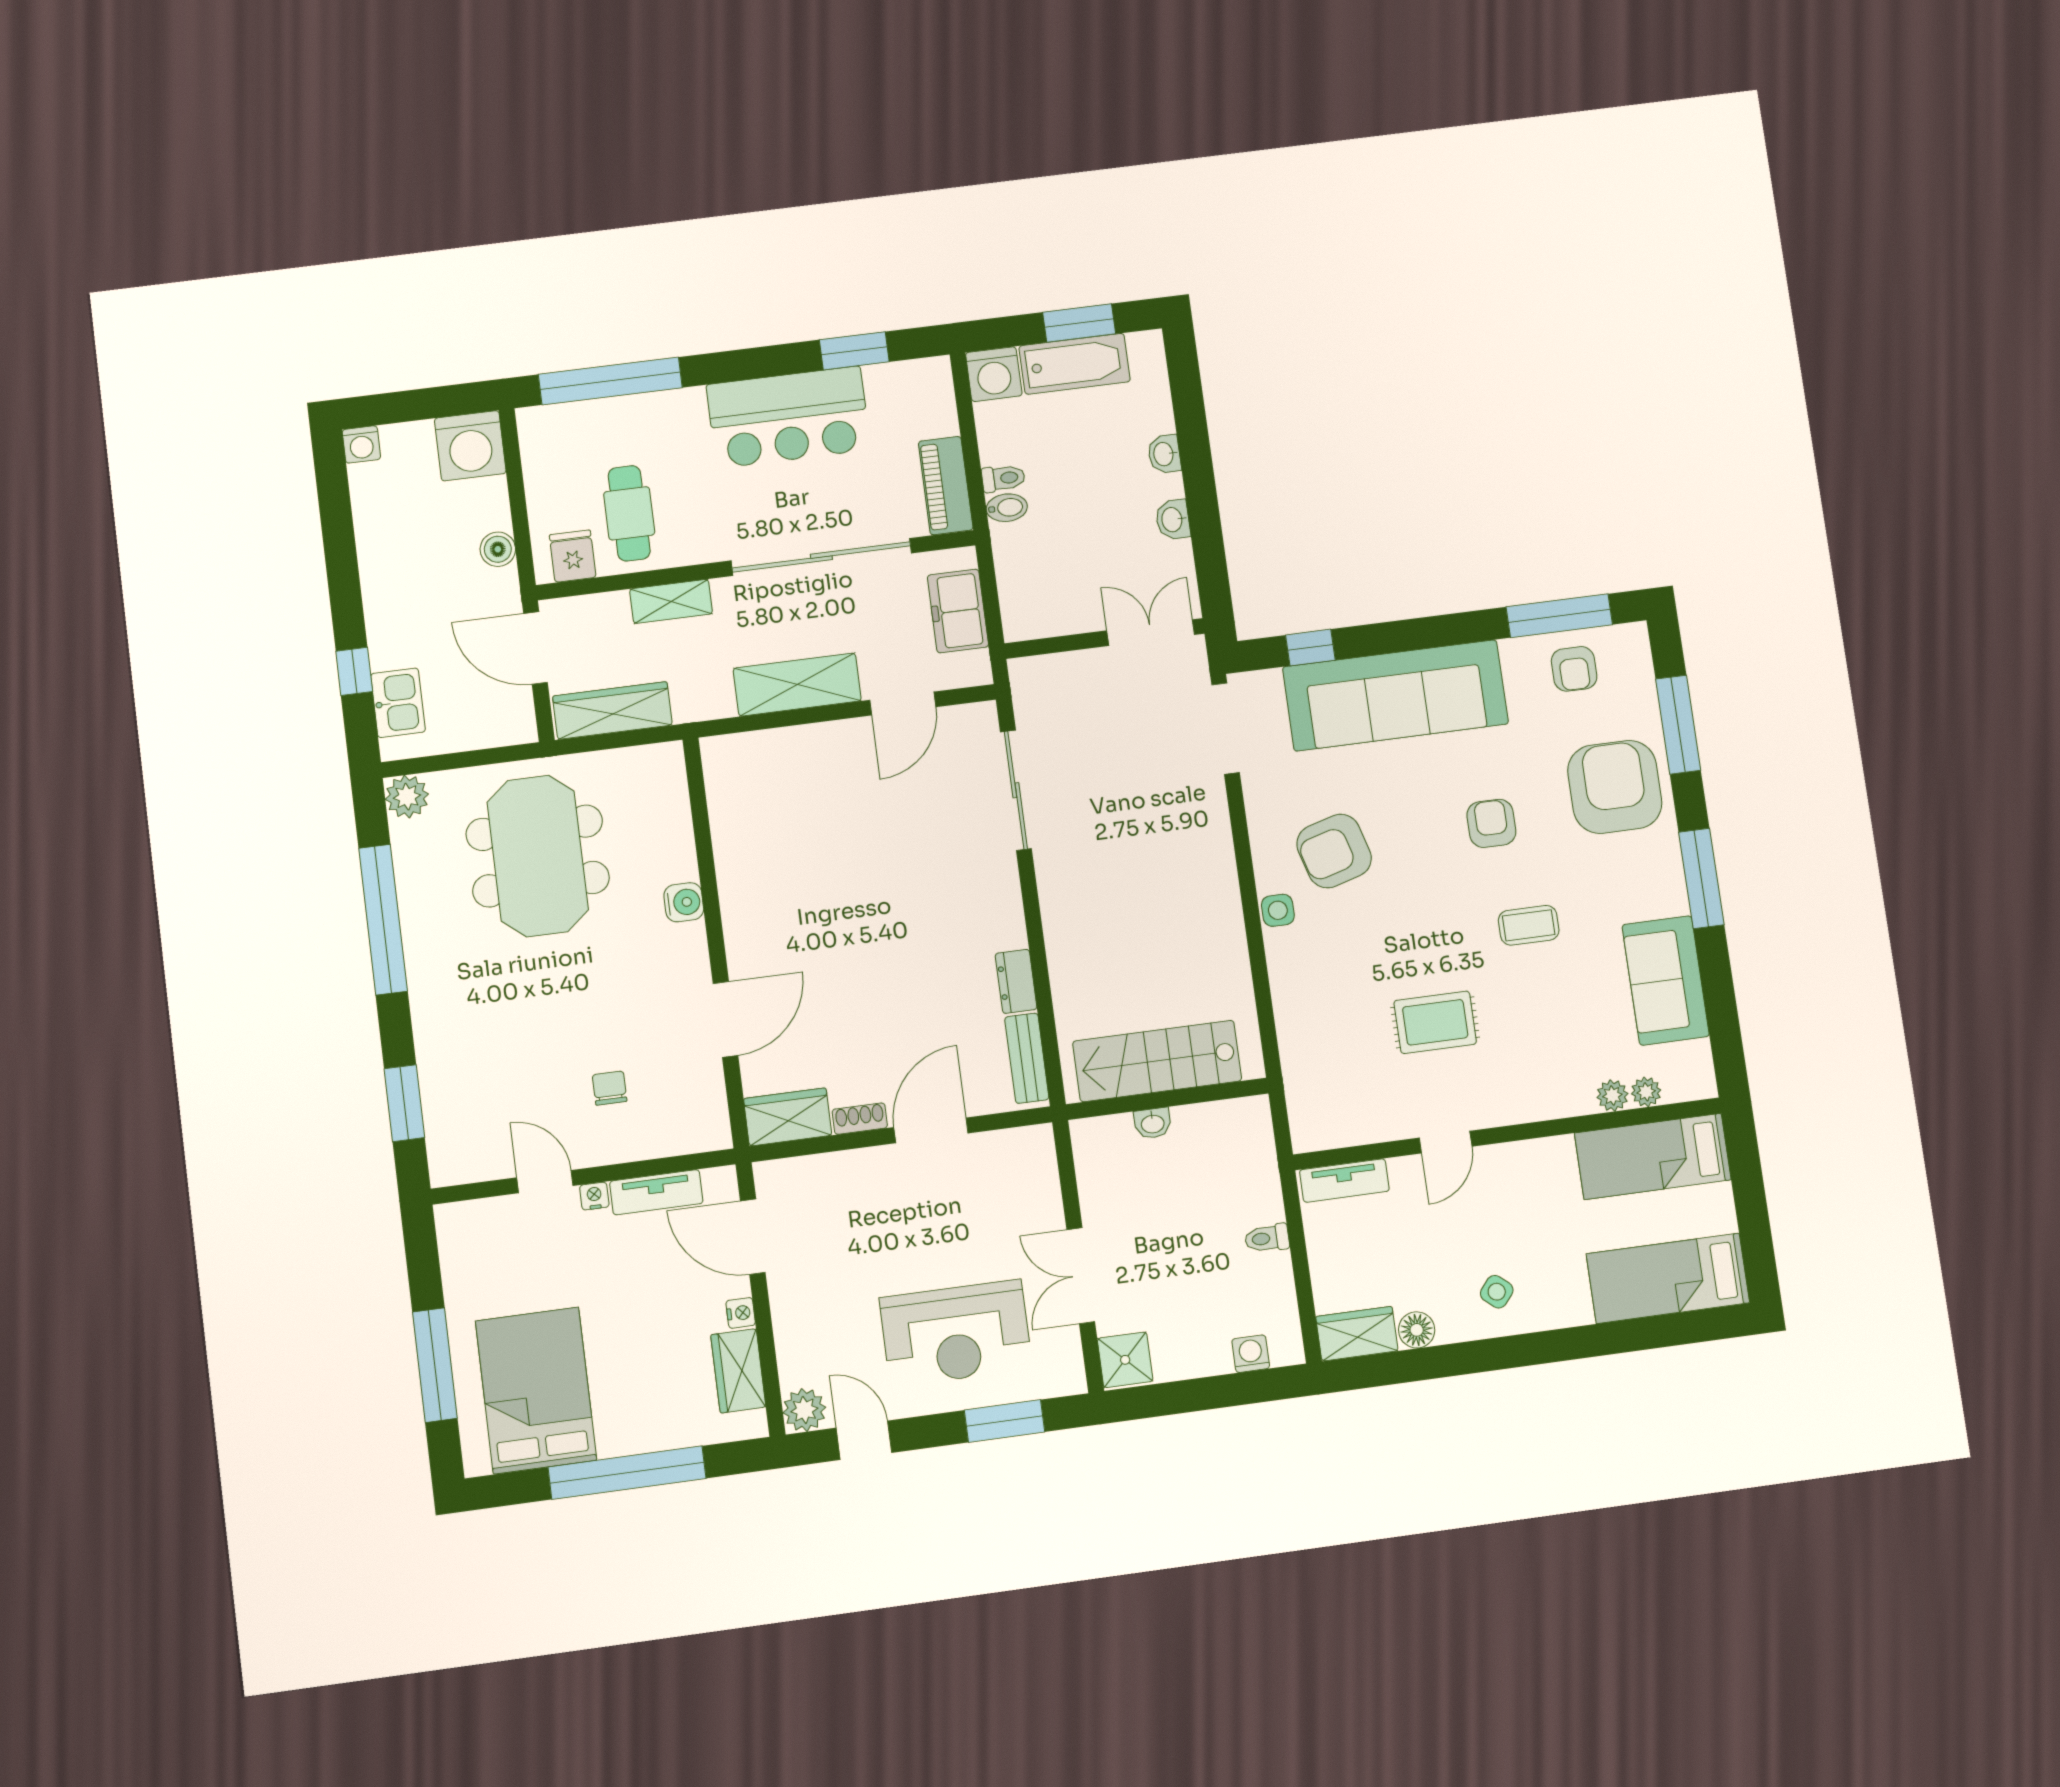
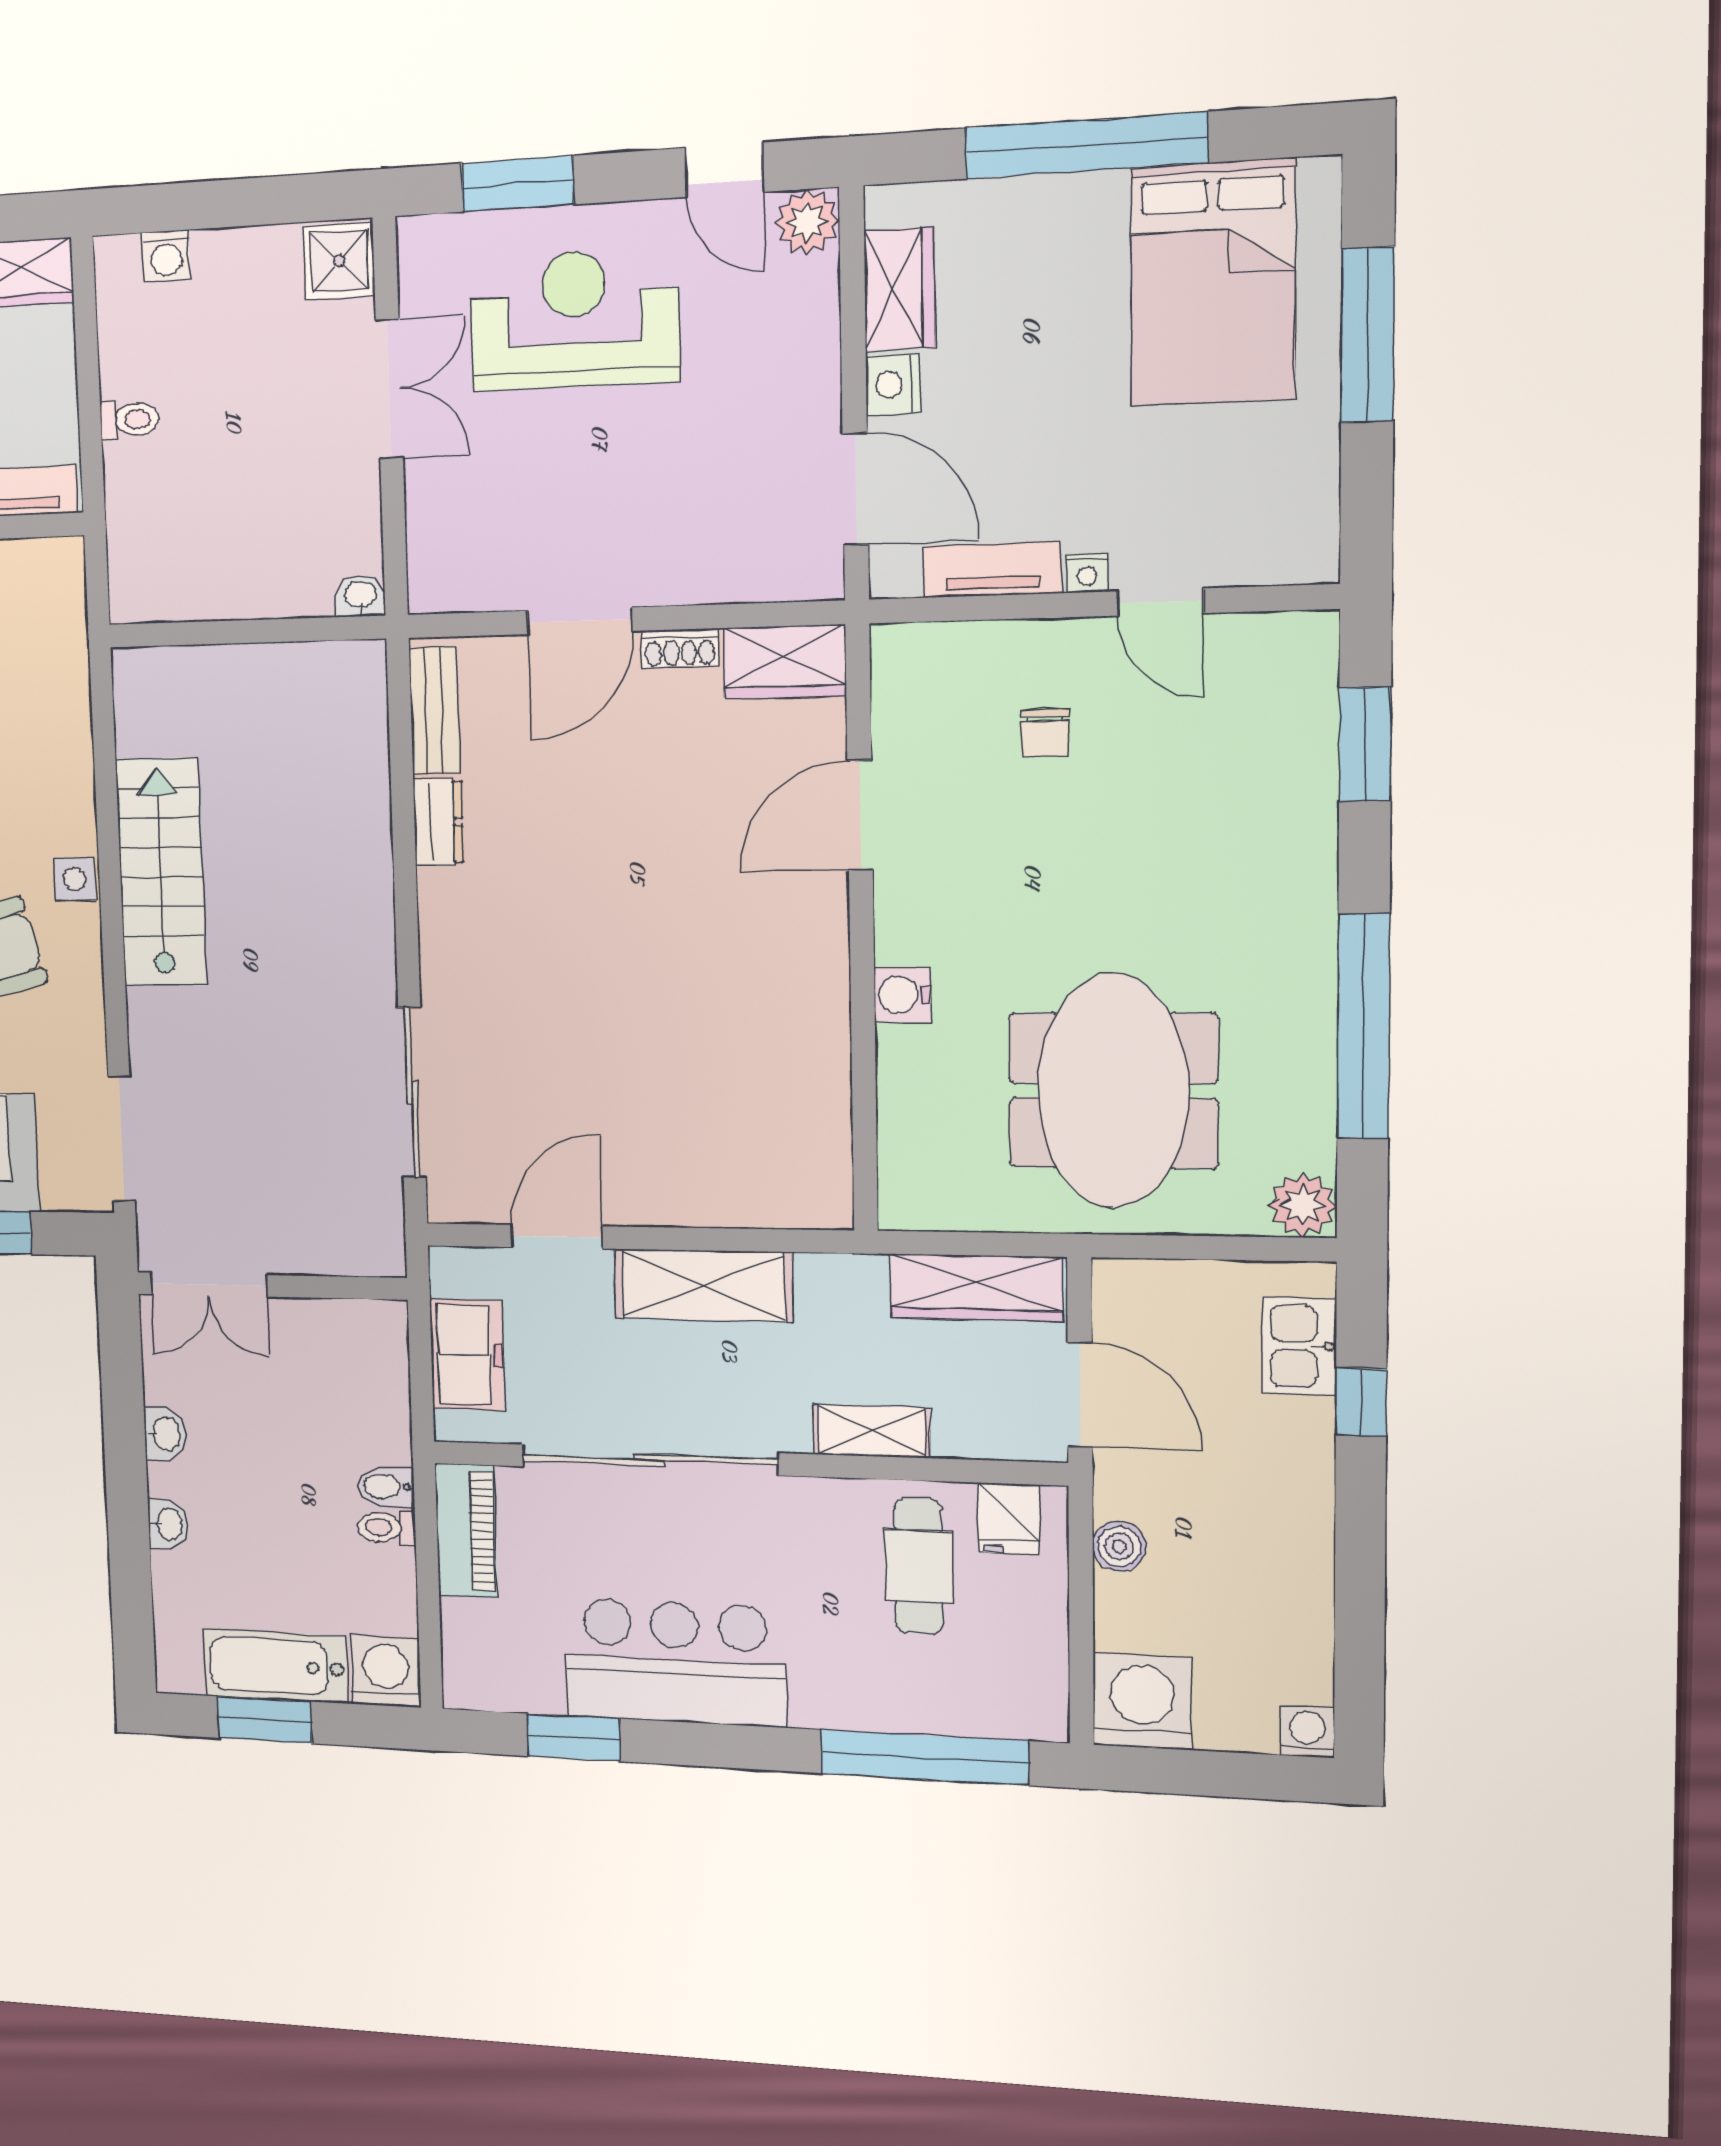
stairs: (1157, 1061) -> (161, 872), moved, turned -90
washbasin: (1153, 1123) -> (360, 596), moved
nightstand: (741, 1313) -> (893, 384), width x1.39, depth x1.35

